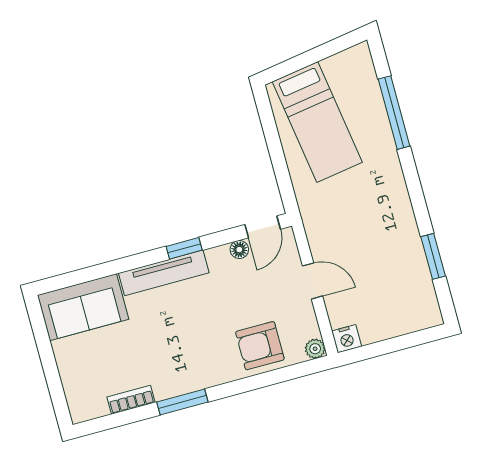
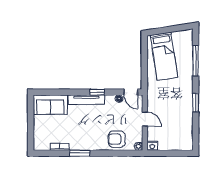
door: (263, 227) -> (131, 92), hinge flipped
window: (433, 256) -> (196, 103), moved

